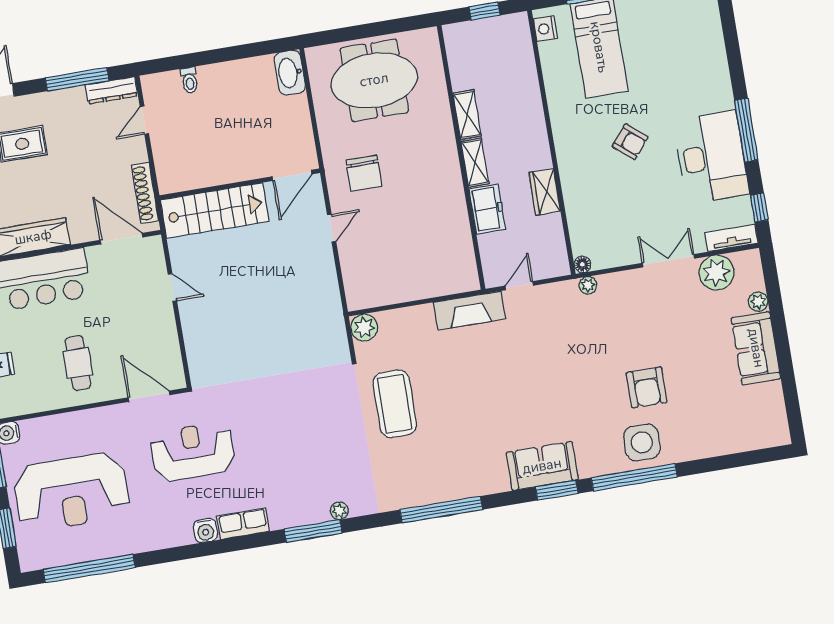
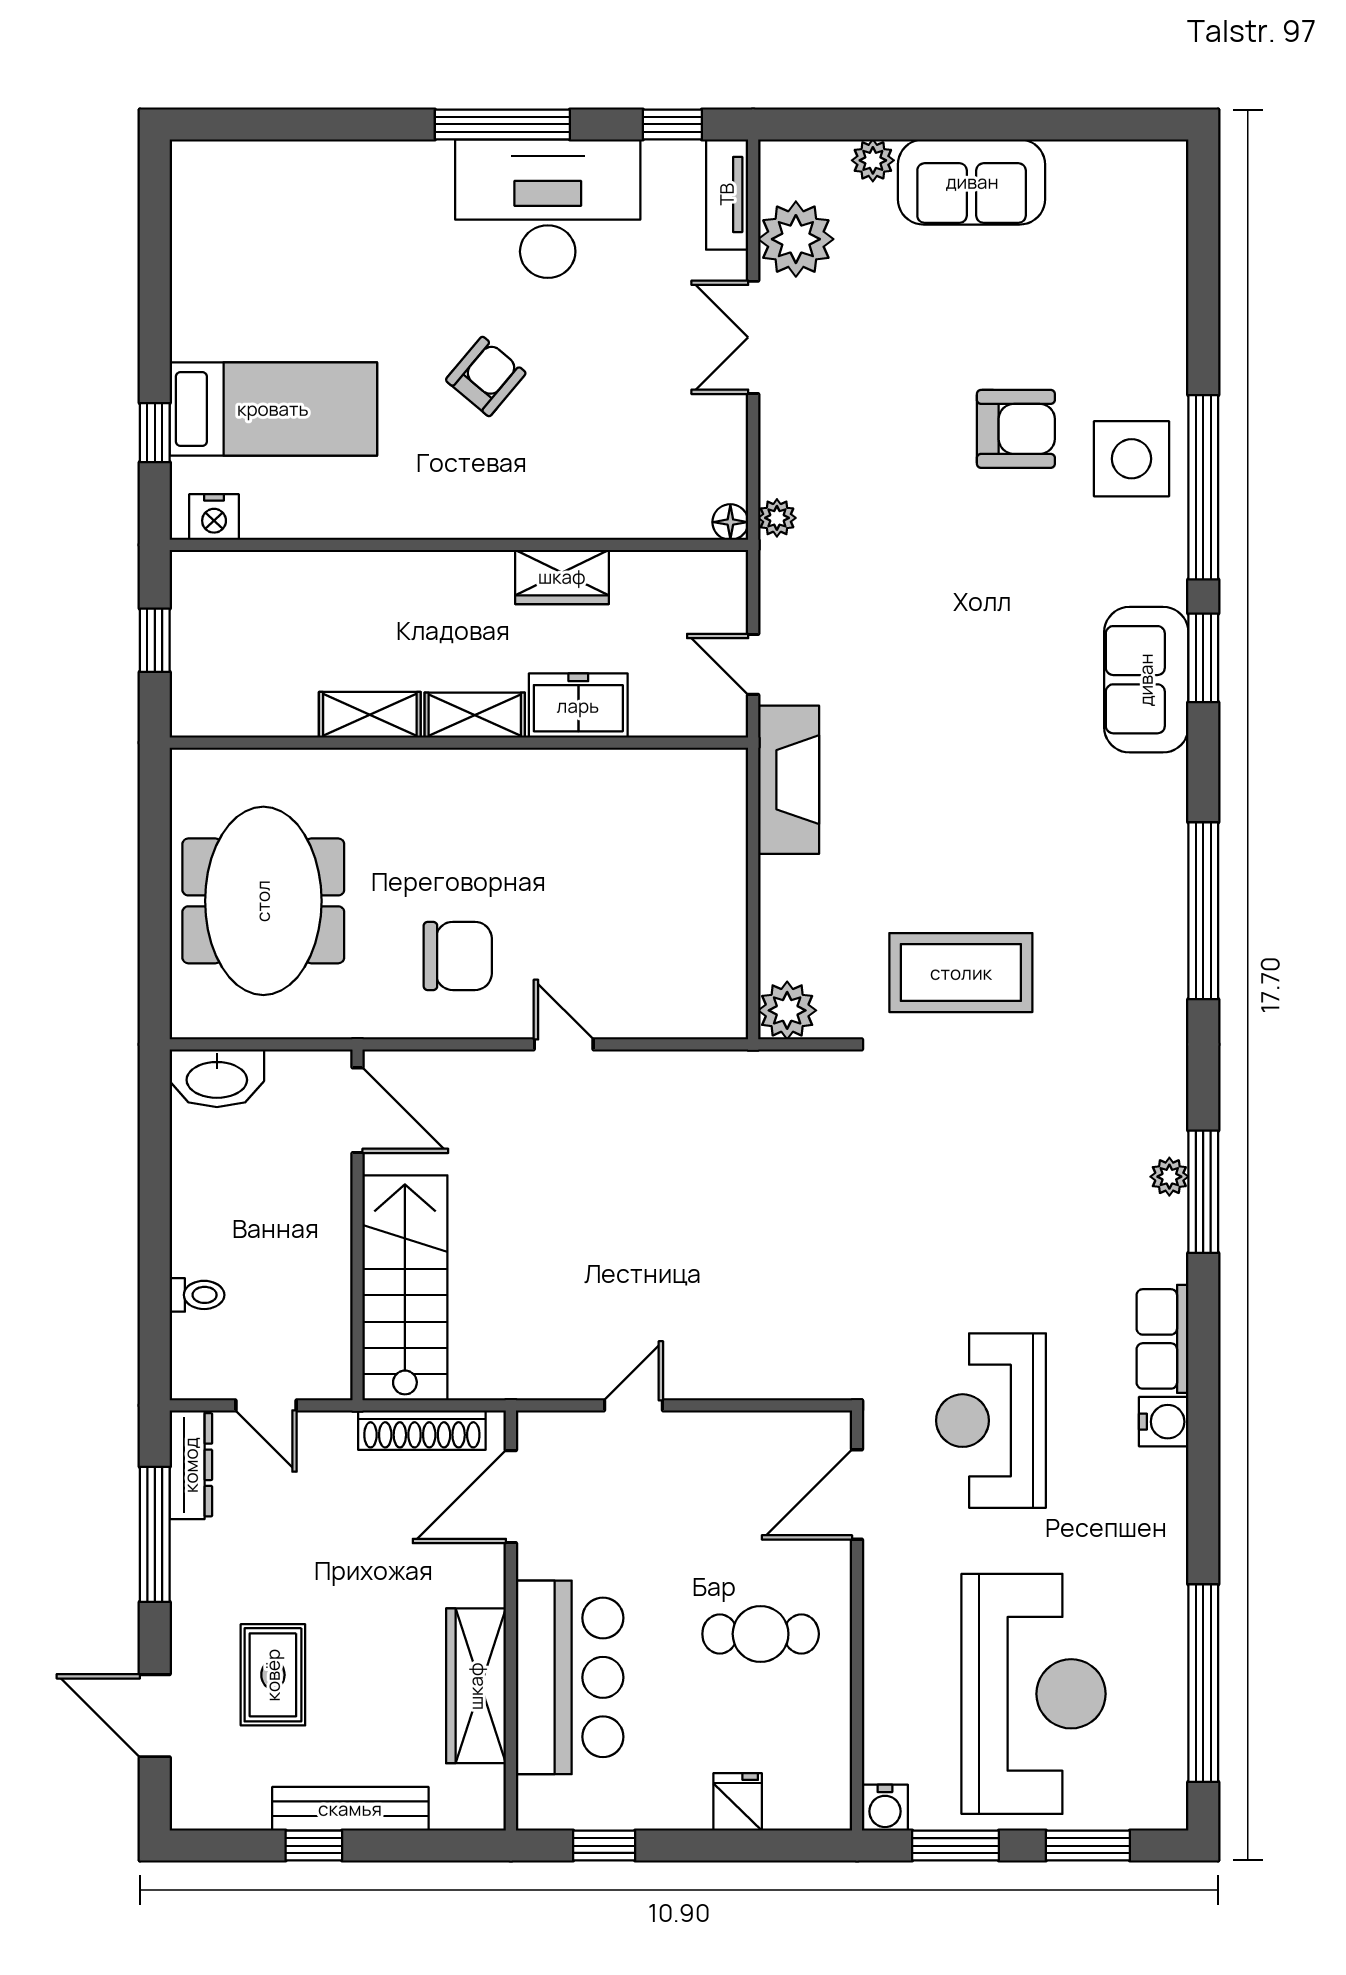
door: (292, 175) -> (358, 1110), moved
wall: (240, 184) -> (358, 1225), moved
stairs: (215, 211) -> (405, 1288), moved
plant: (339, 511) -> (1169, 1177), moved

